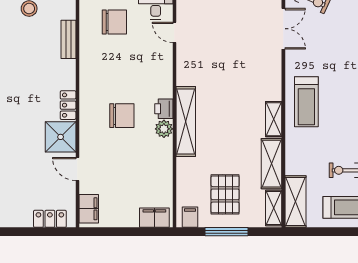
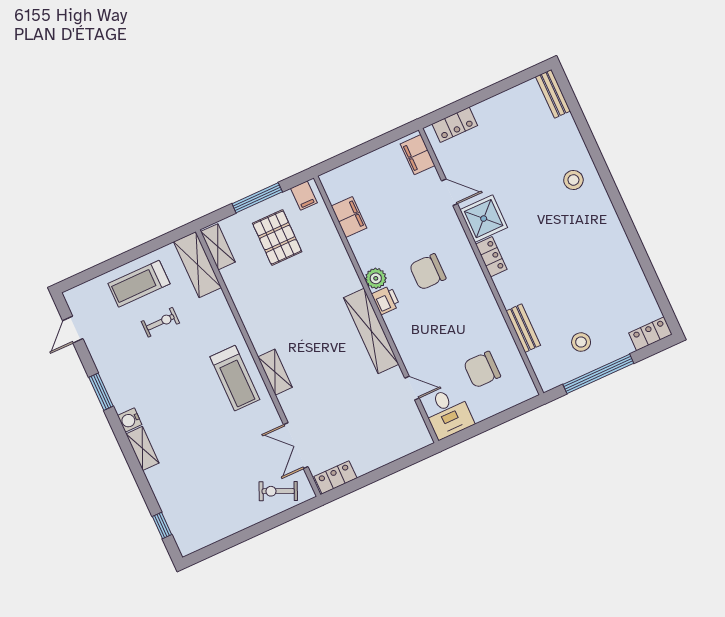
treadmill: (306, 102) -> (235, 378), turned 180
shelving: (274, 119) -> (275, 372), moved
shelving: (186, 122) -> (371, 331), moved
shelving: (272, 164) -> (242, 294), removed
filing cabinet: (154, 218) -> (349, 217), moved, turned -90

